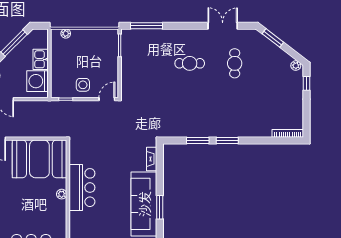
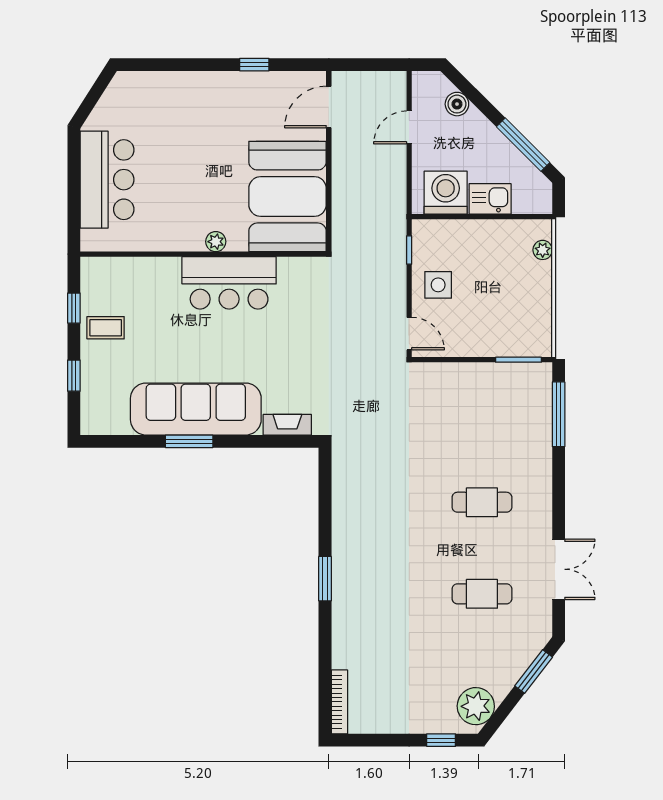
cafe table: (190, 63) -> (482, 502), turned 90
plant: (296, 66) -> (476, 706), width x1.88, depth x1.88
window: (198, 140) -> (325, 519), removed

